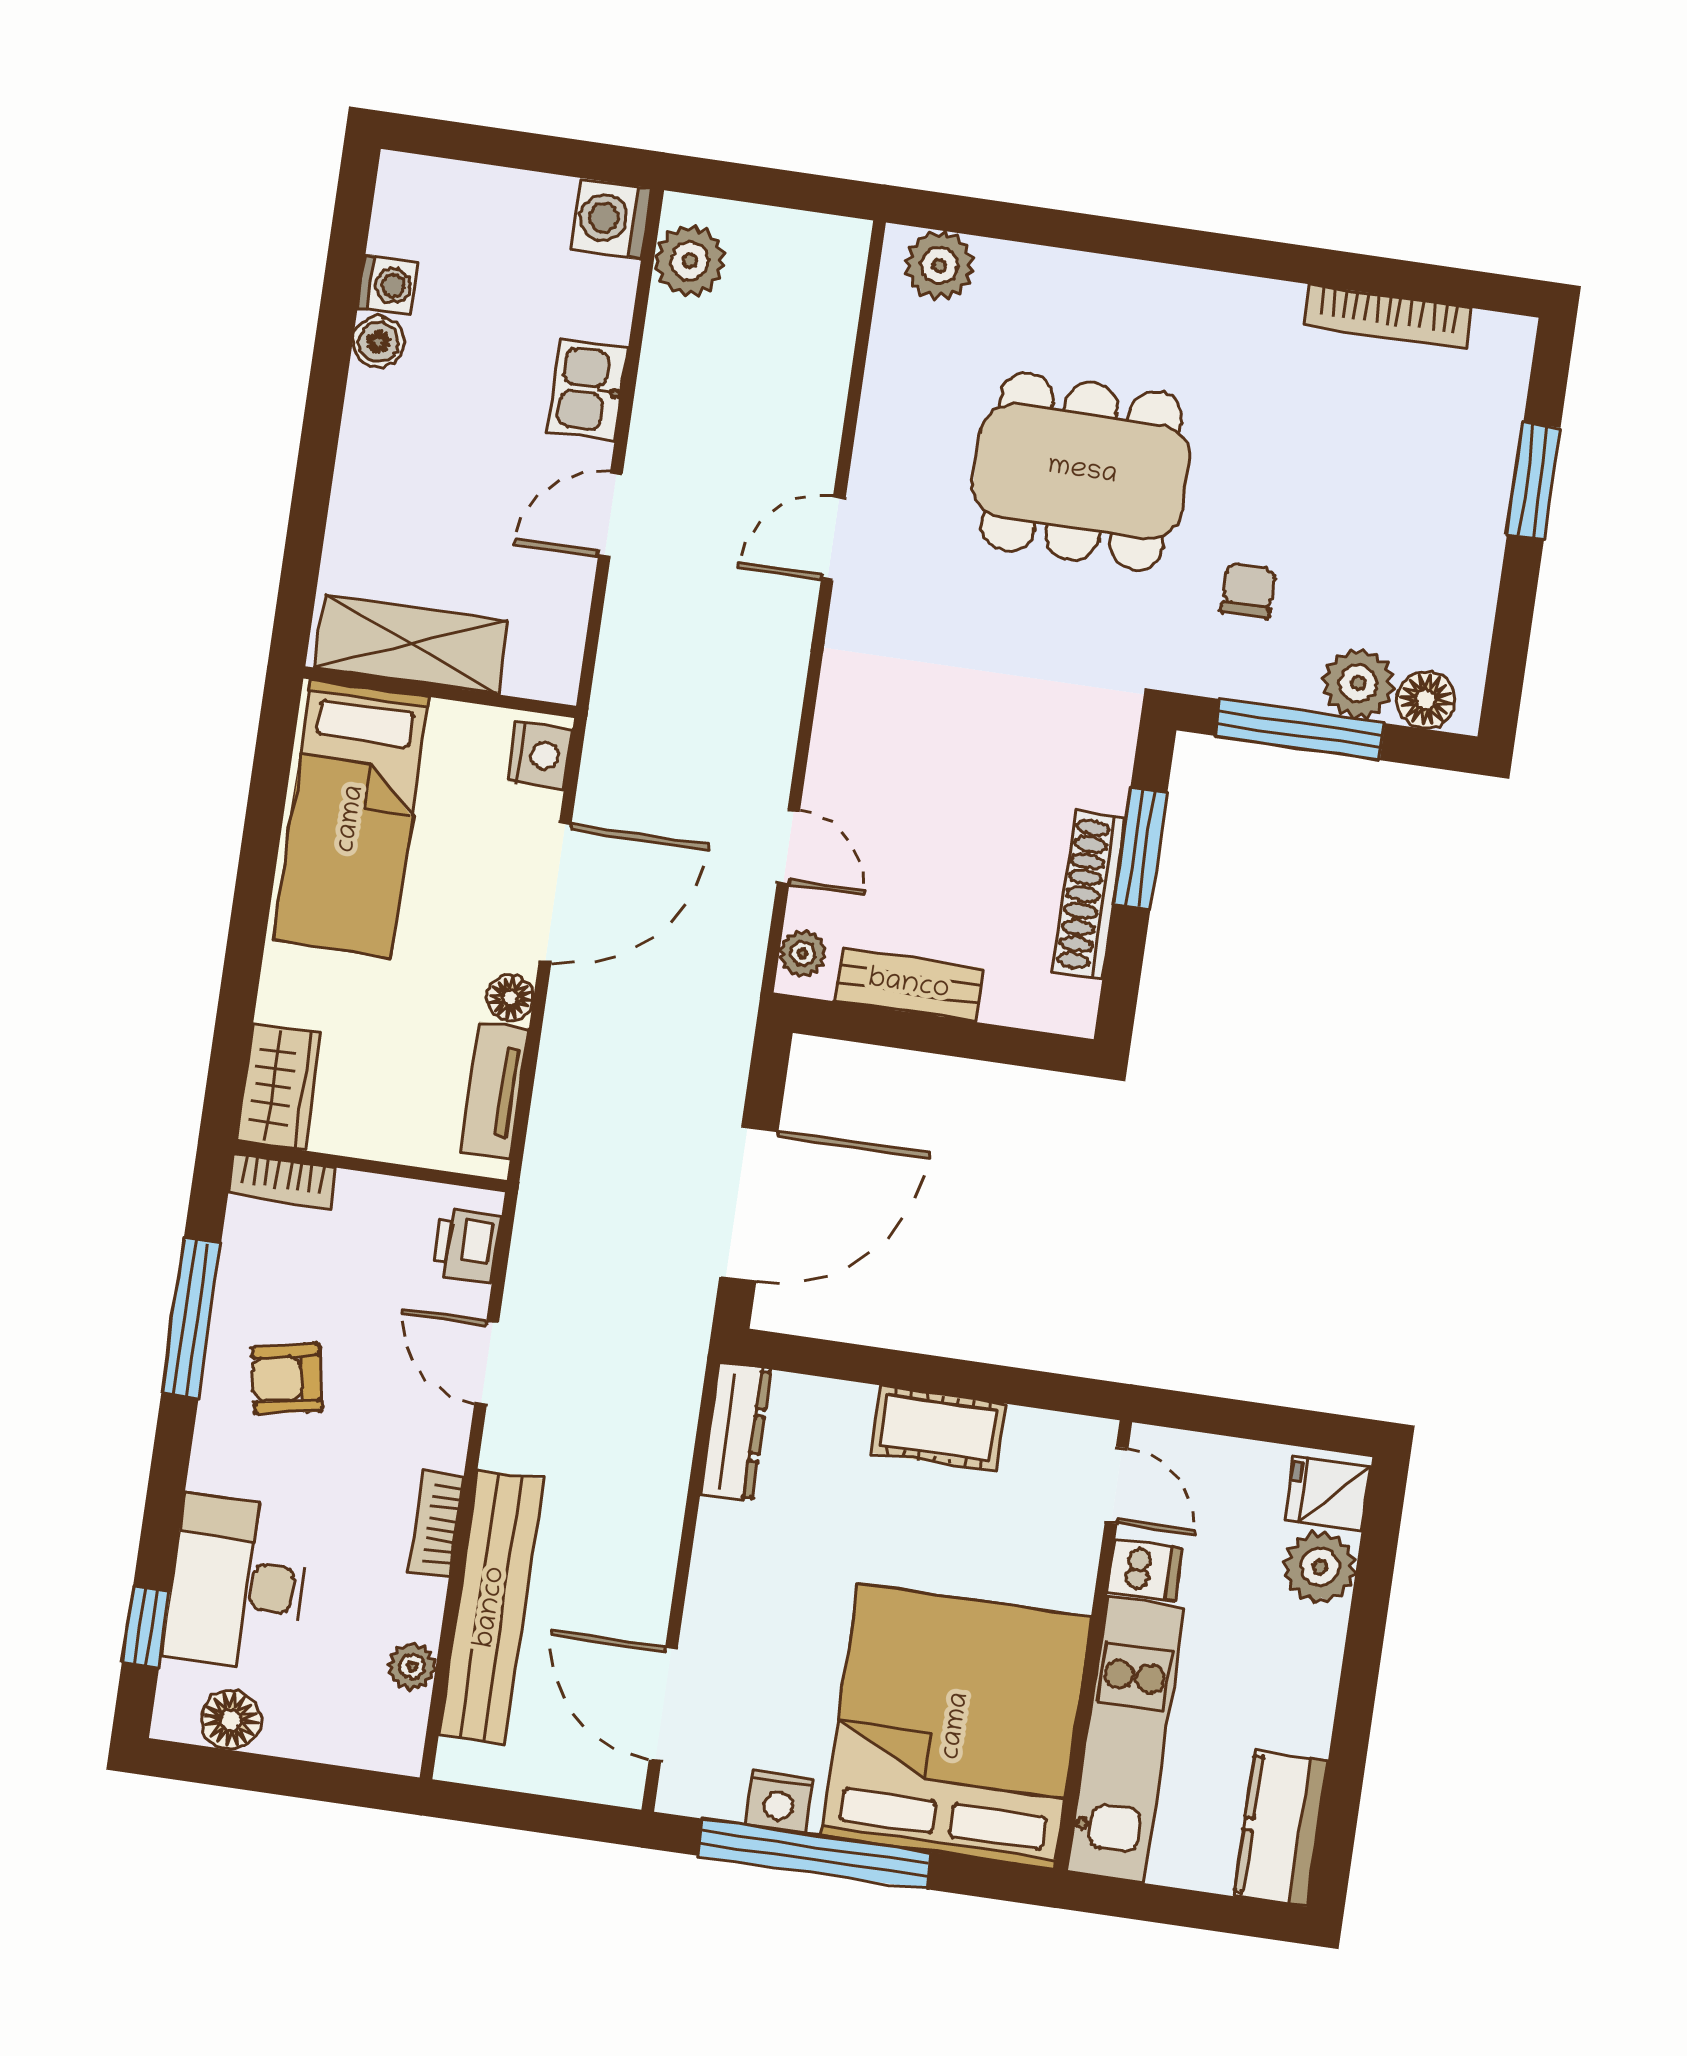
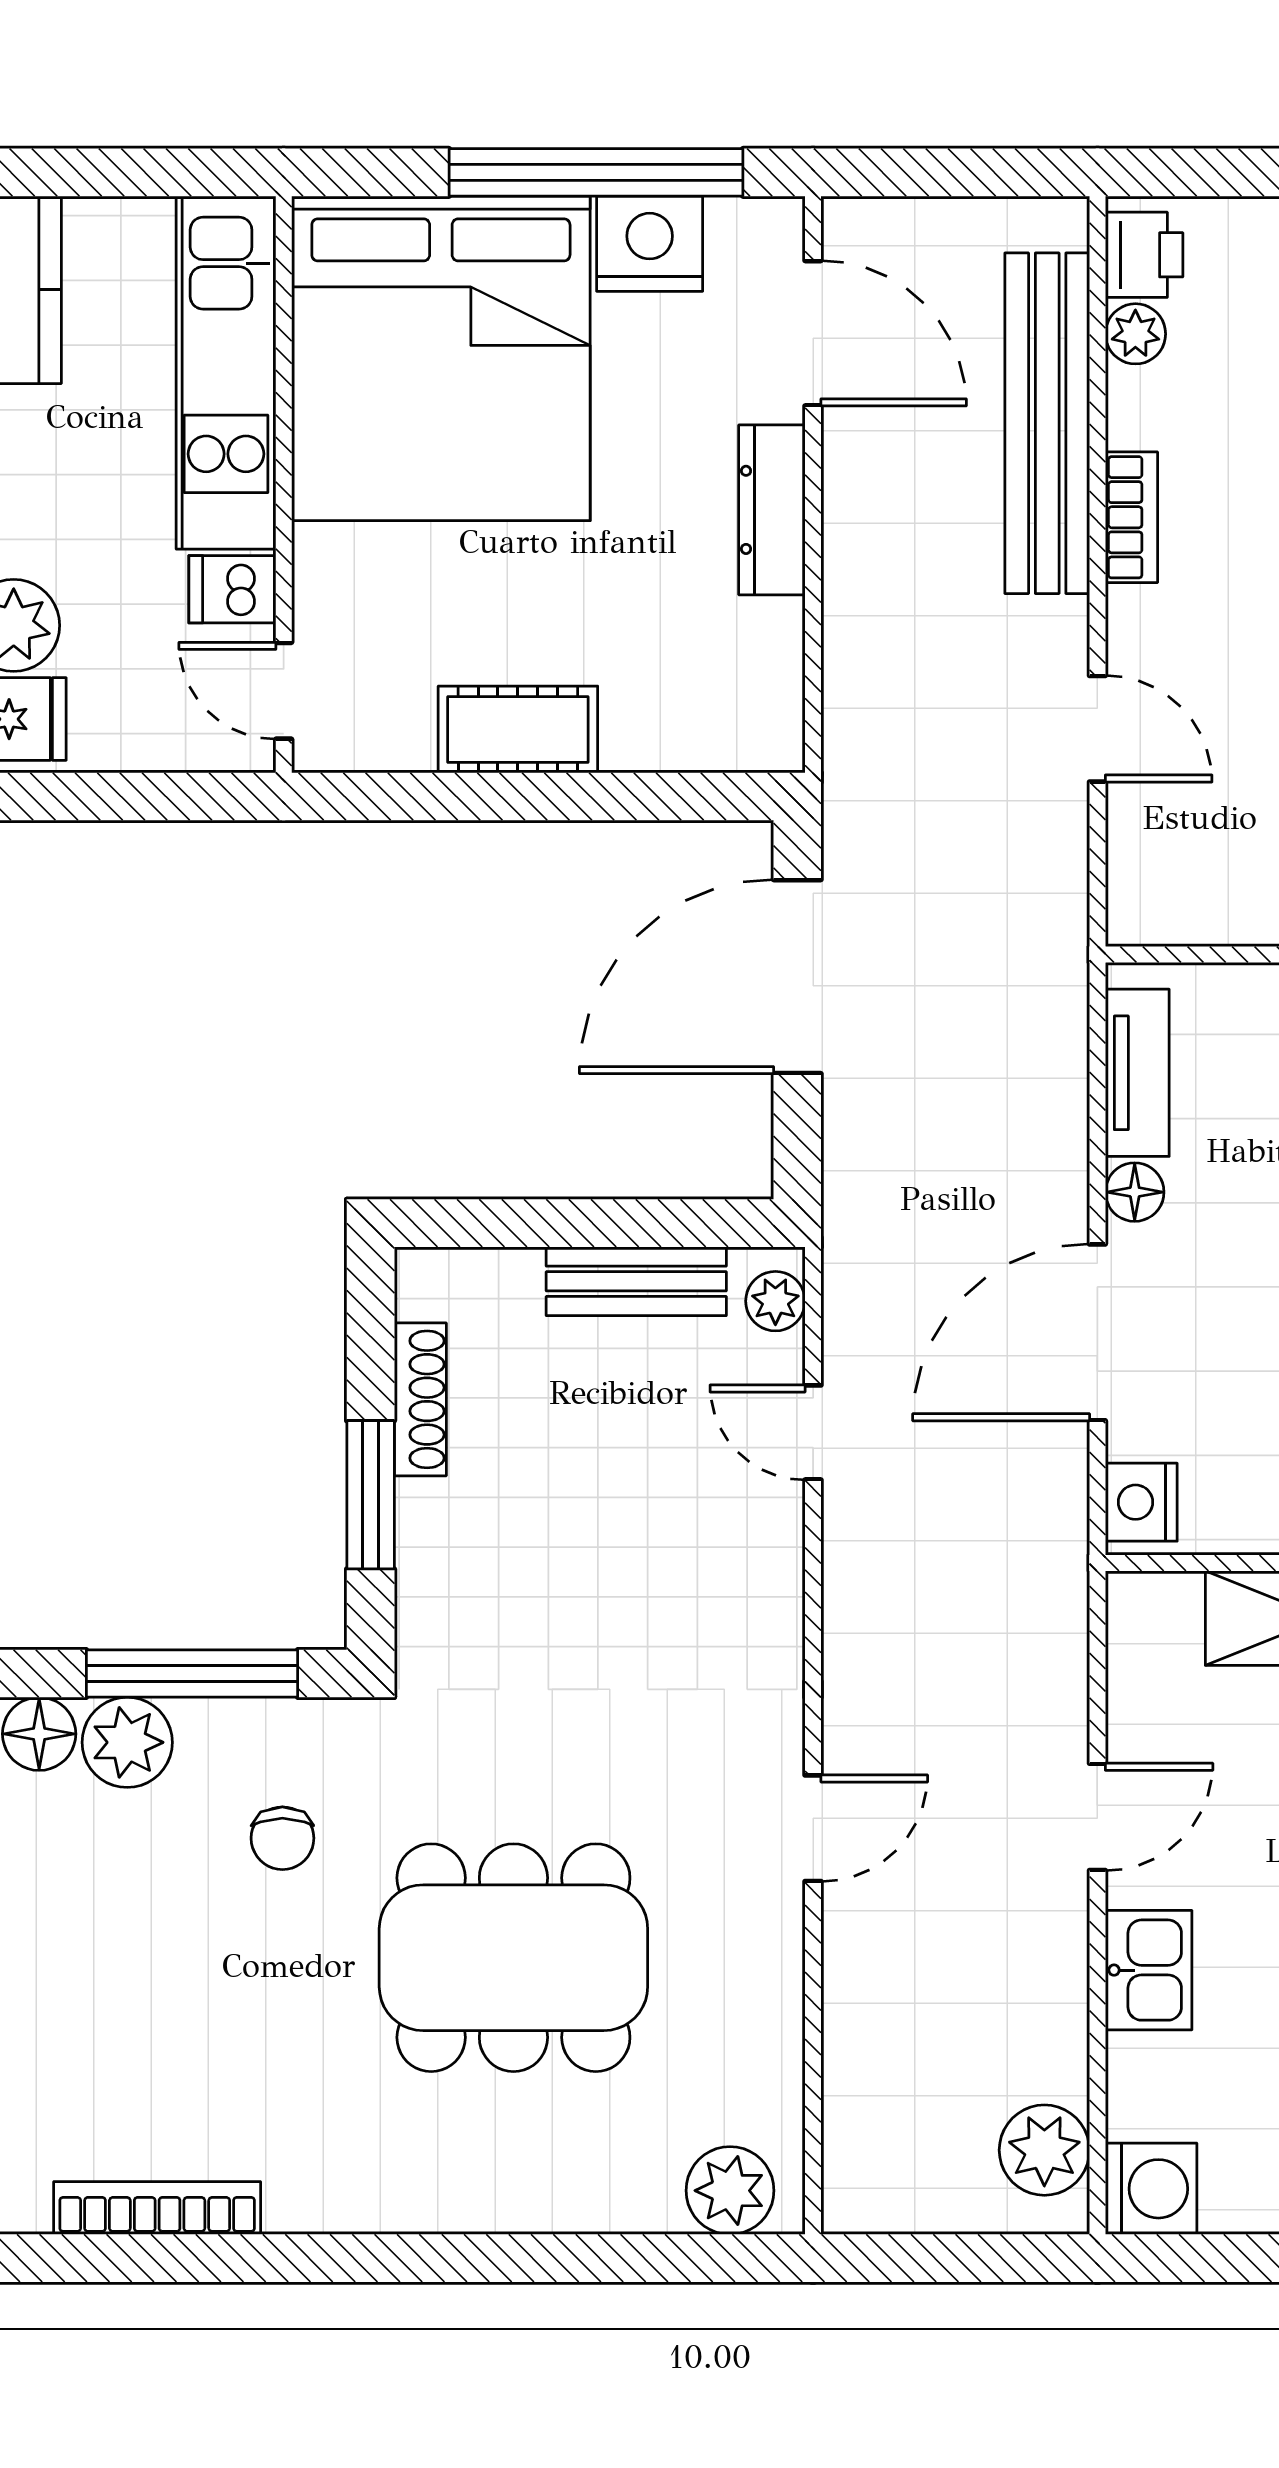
shoe rack: (1089, 895) -> (420, 1399), width x0.74, depth x0.81
printer: (467, 1246) -> (1144, 255), moved
dresser: (736, 1432) -> (772, 510), moved
nightstand: (779, 1801) -> (650, 244), width x1.36, depth x1.33

